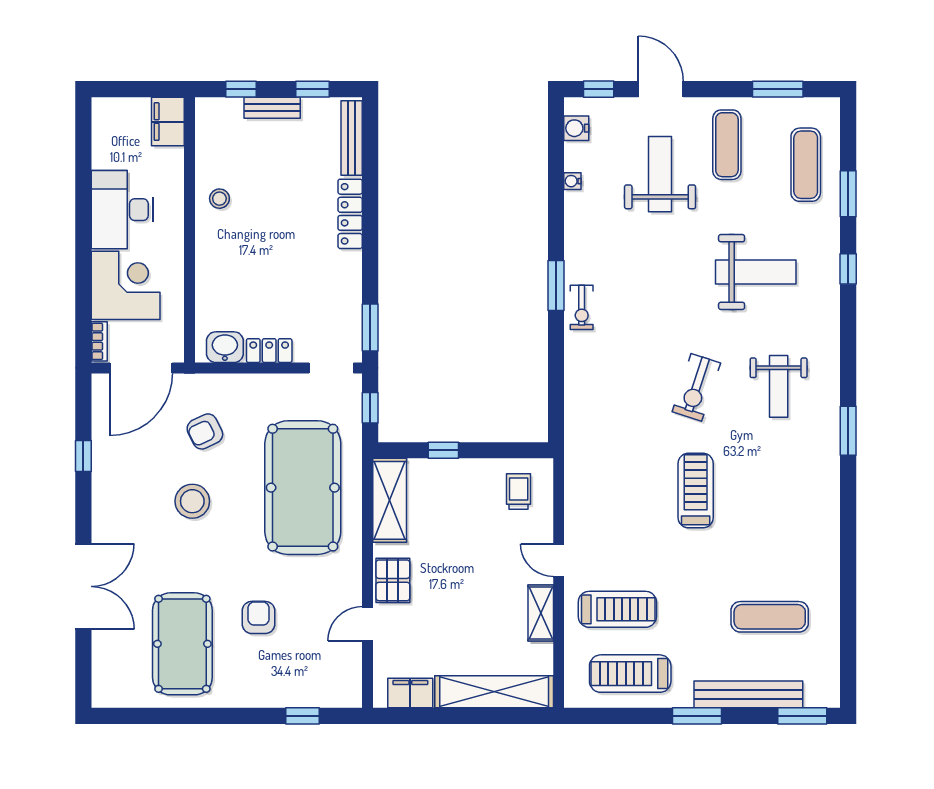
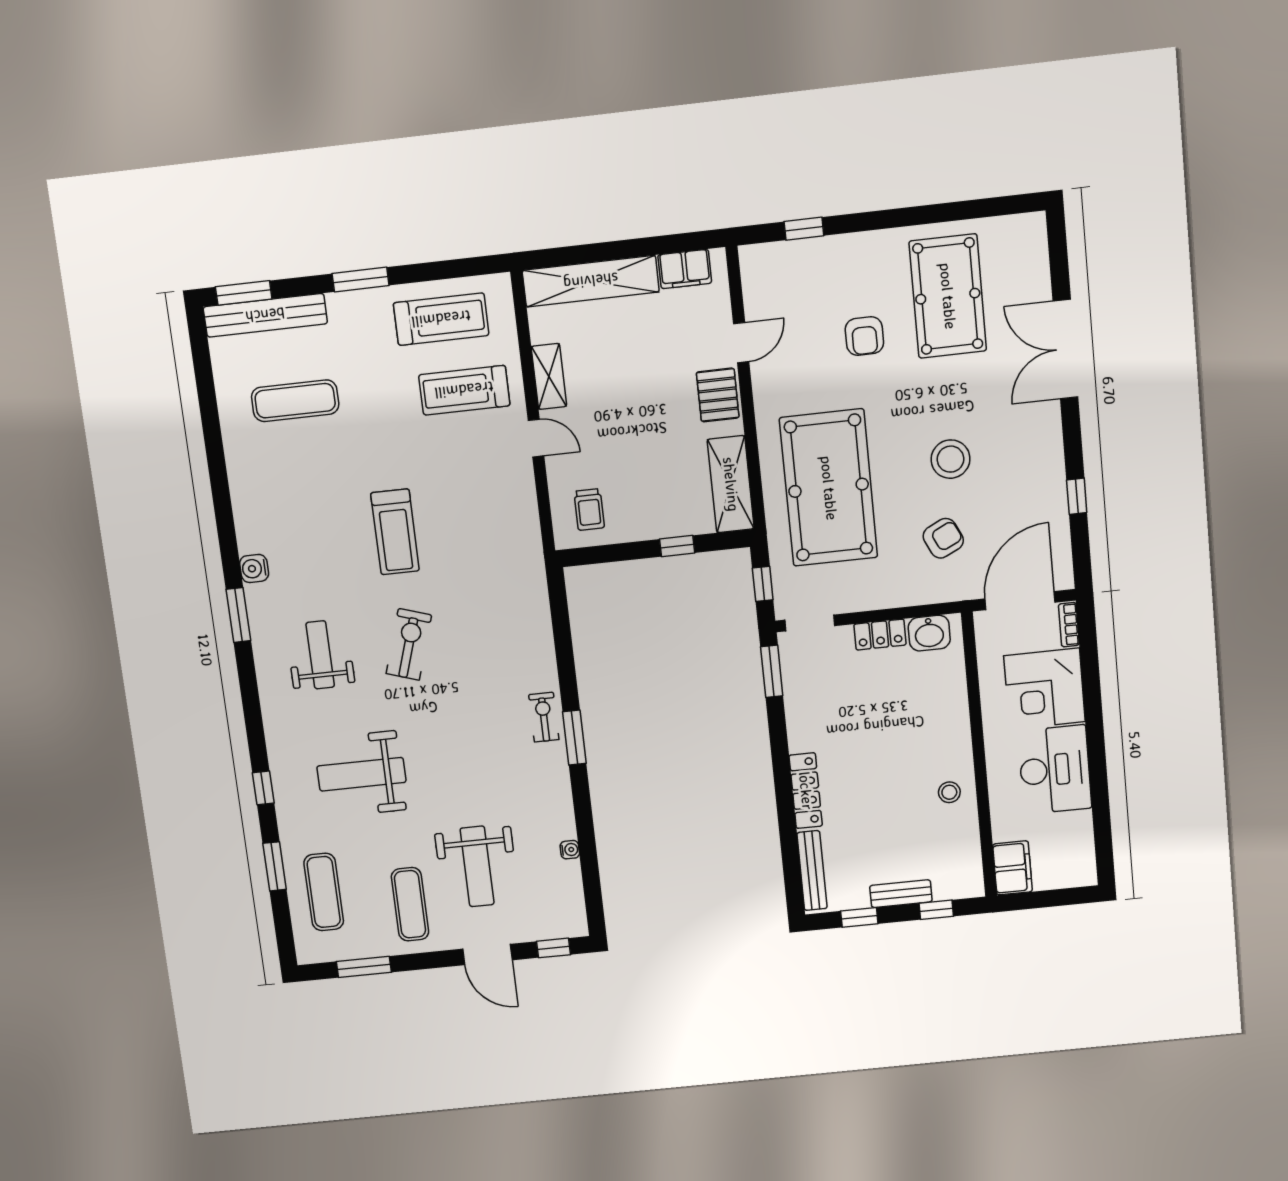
water cooler: (576, 128) -> (254, 568), moved, turned 180
bench: (748, 694) -> (265, 315), moved

